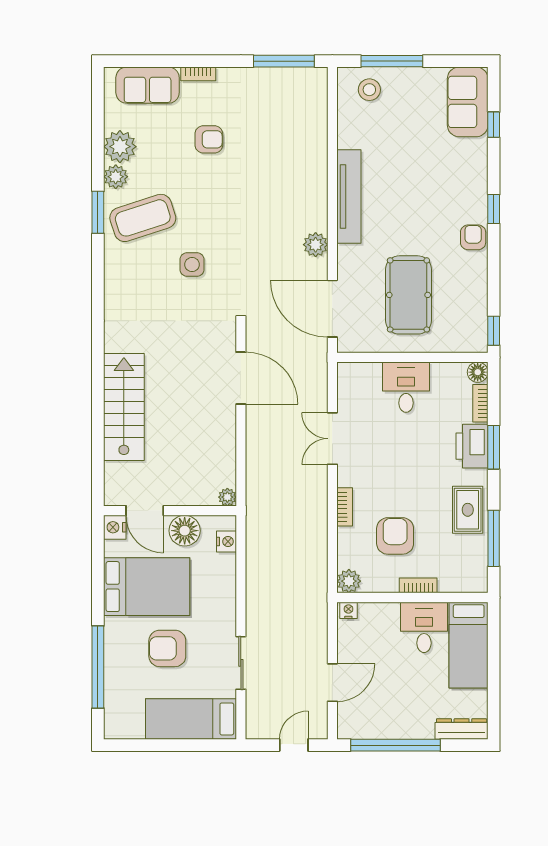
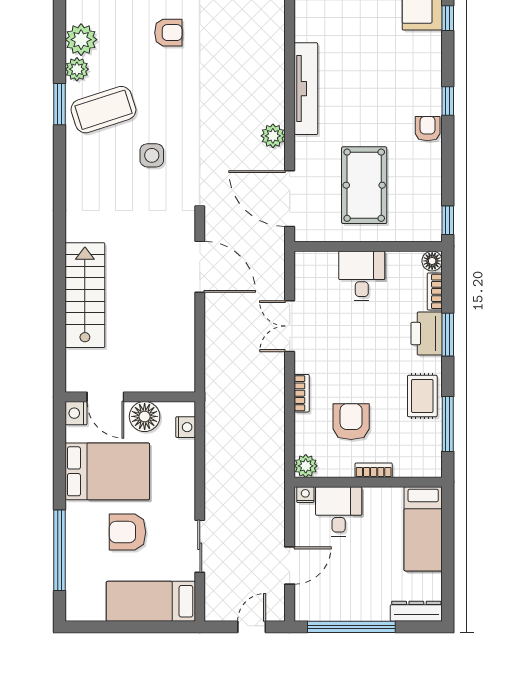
plant: (227, 497) -> (186, 384), removed
desk: (424, 627) -> (339, 511), moved

